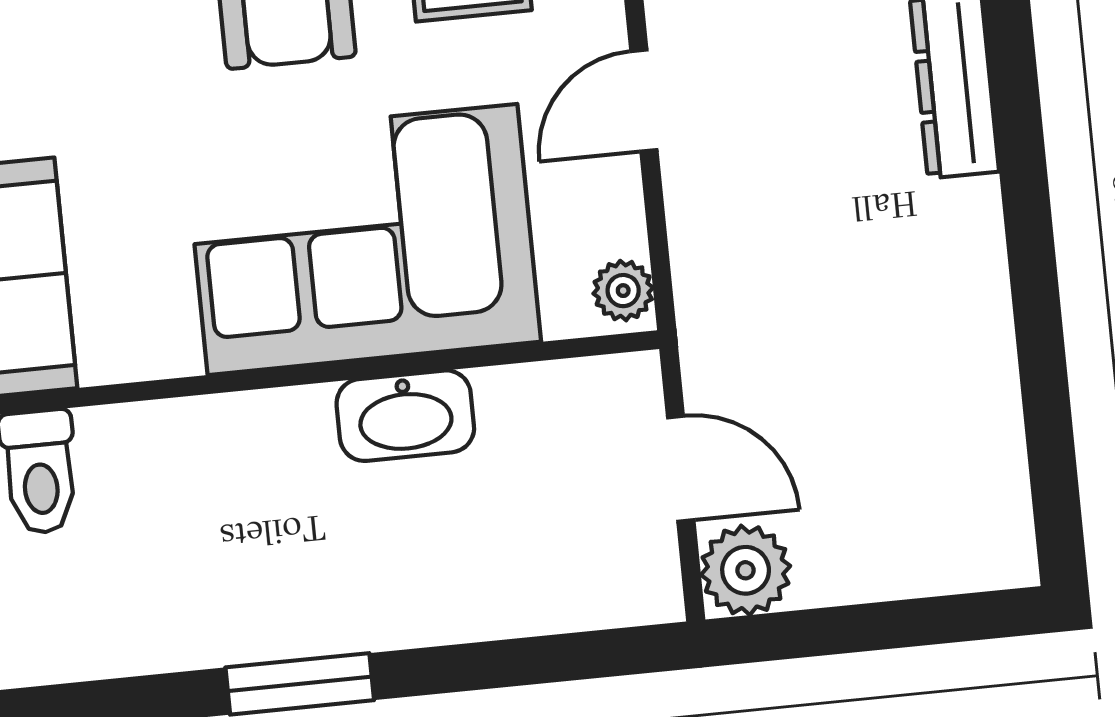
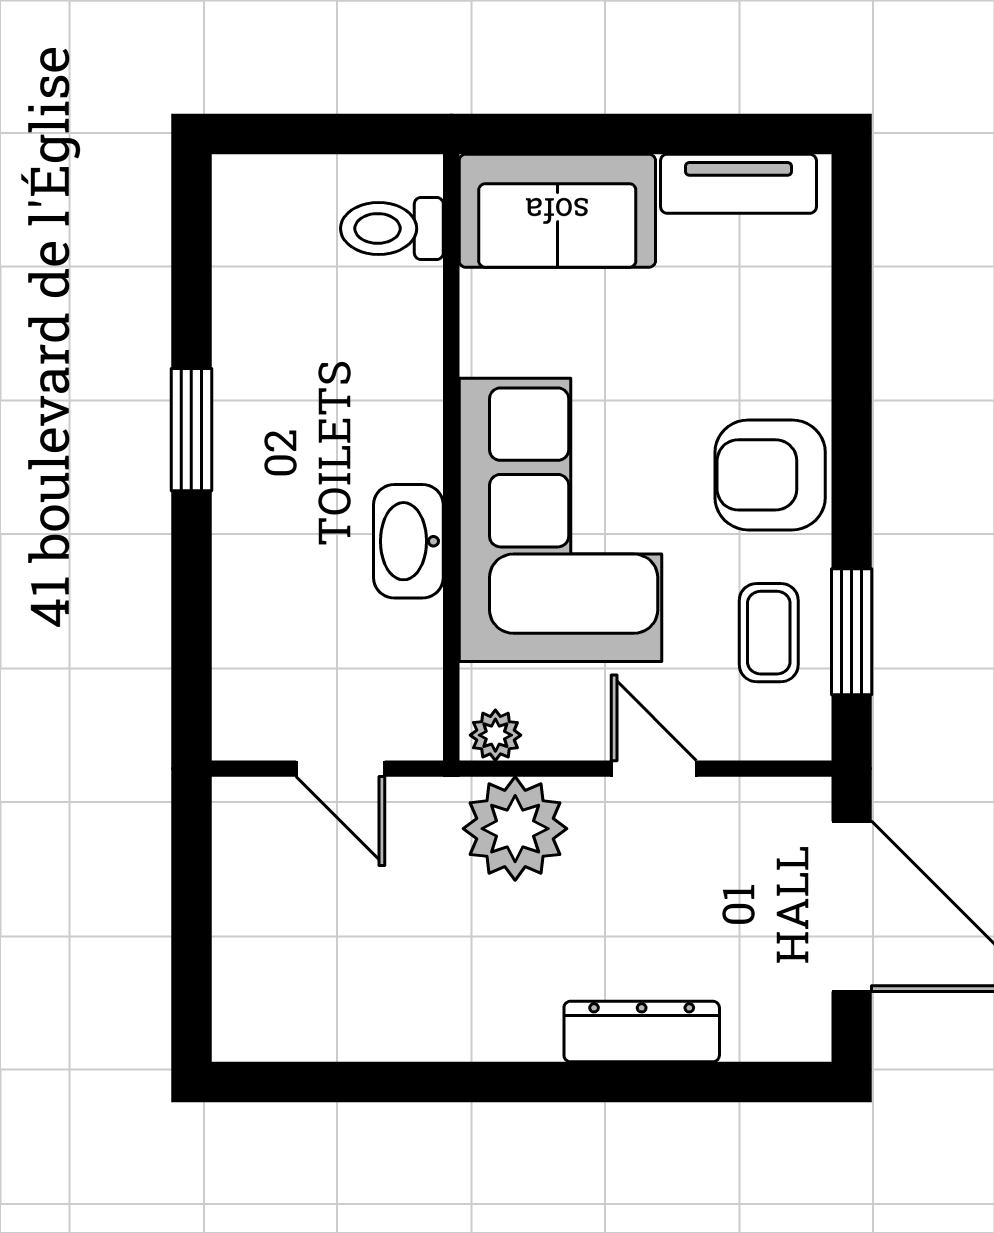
door: (681, 469) -> (341, 769), hinge flipped
plant: (746, 570) -> (515, 829), moved, width x1.36, depth x1.36

